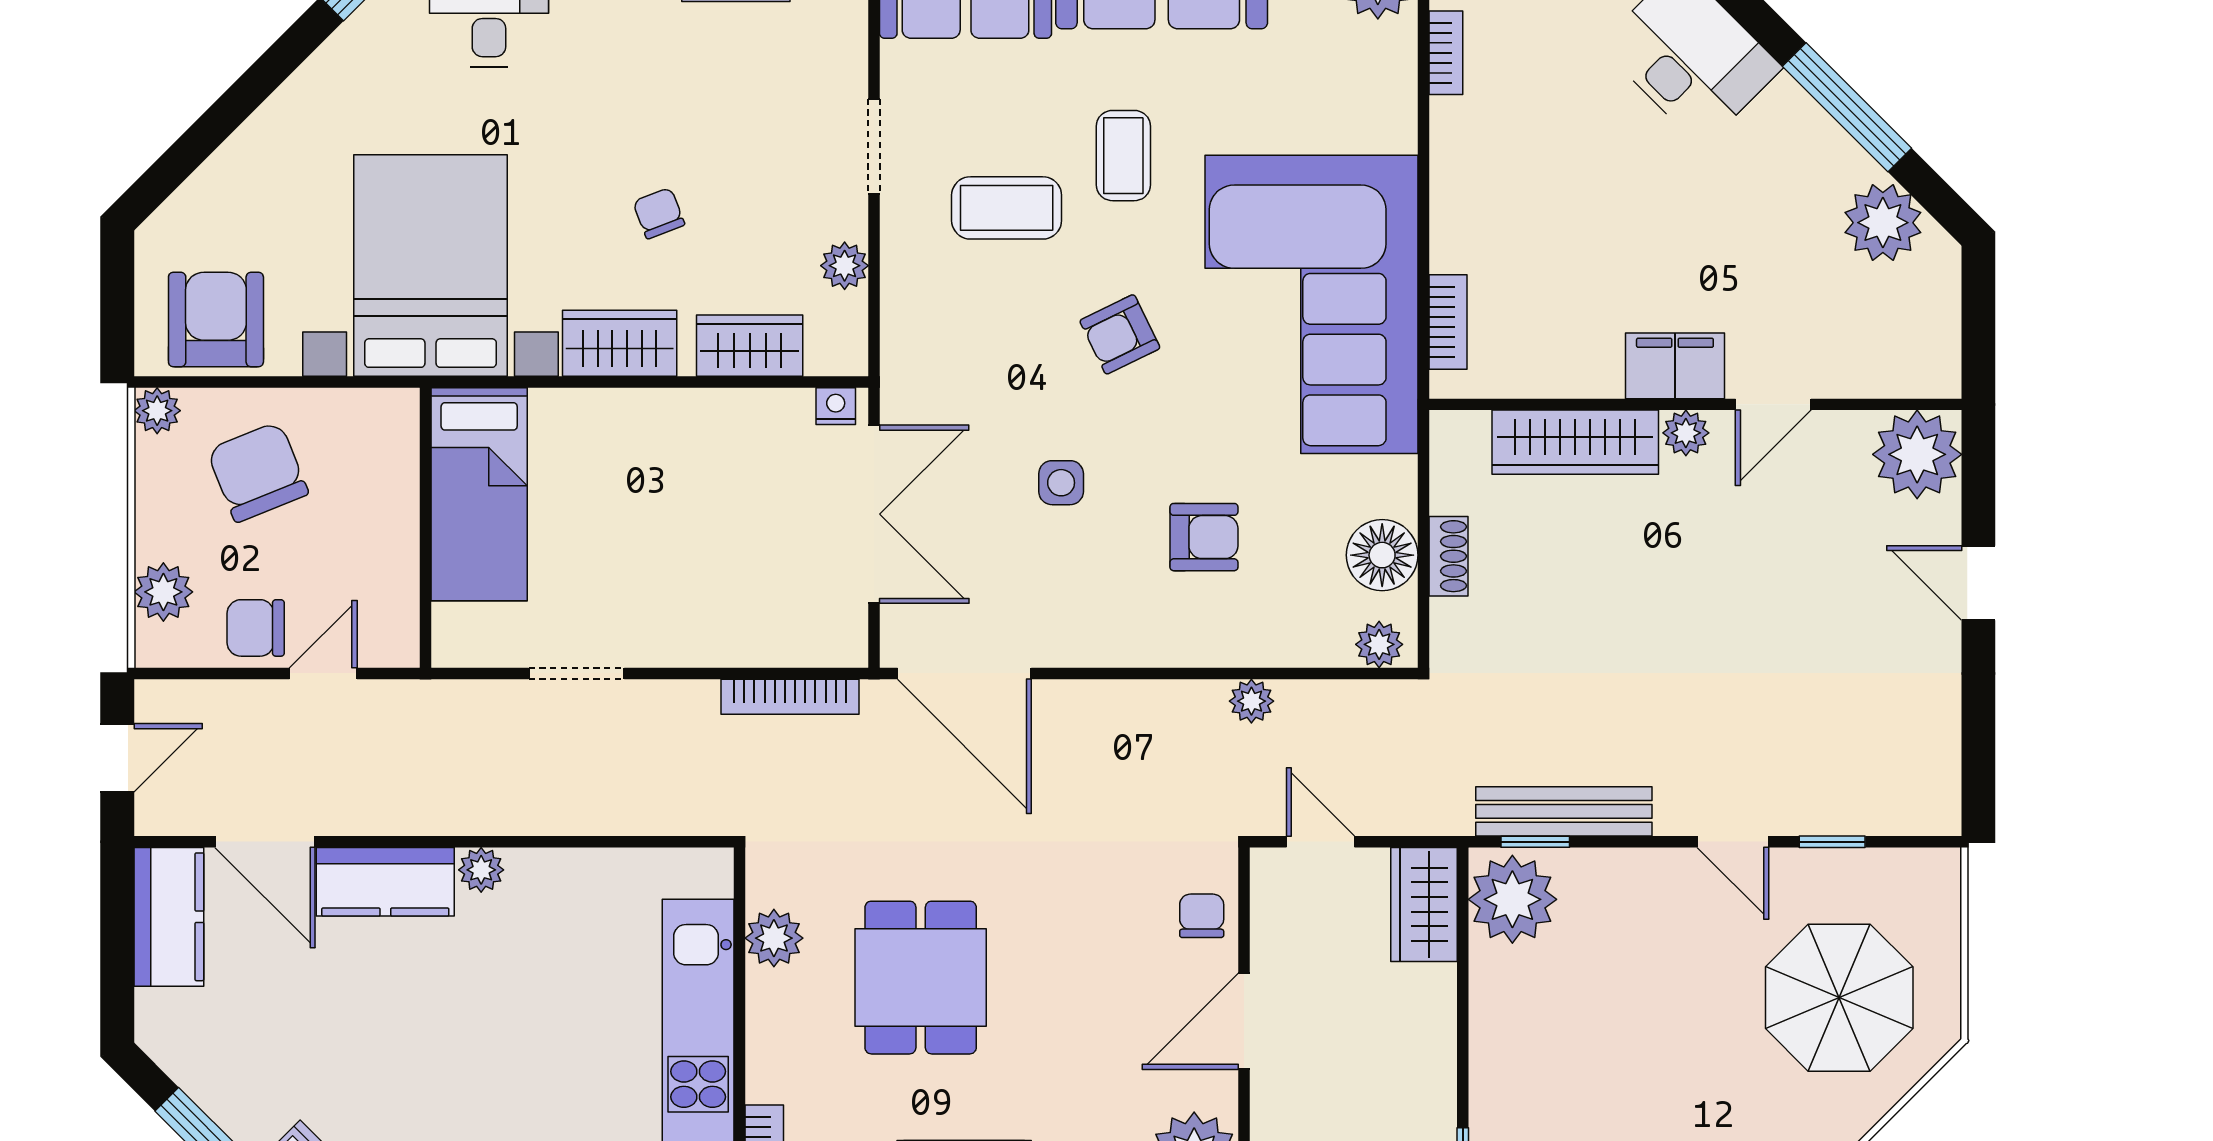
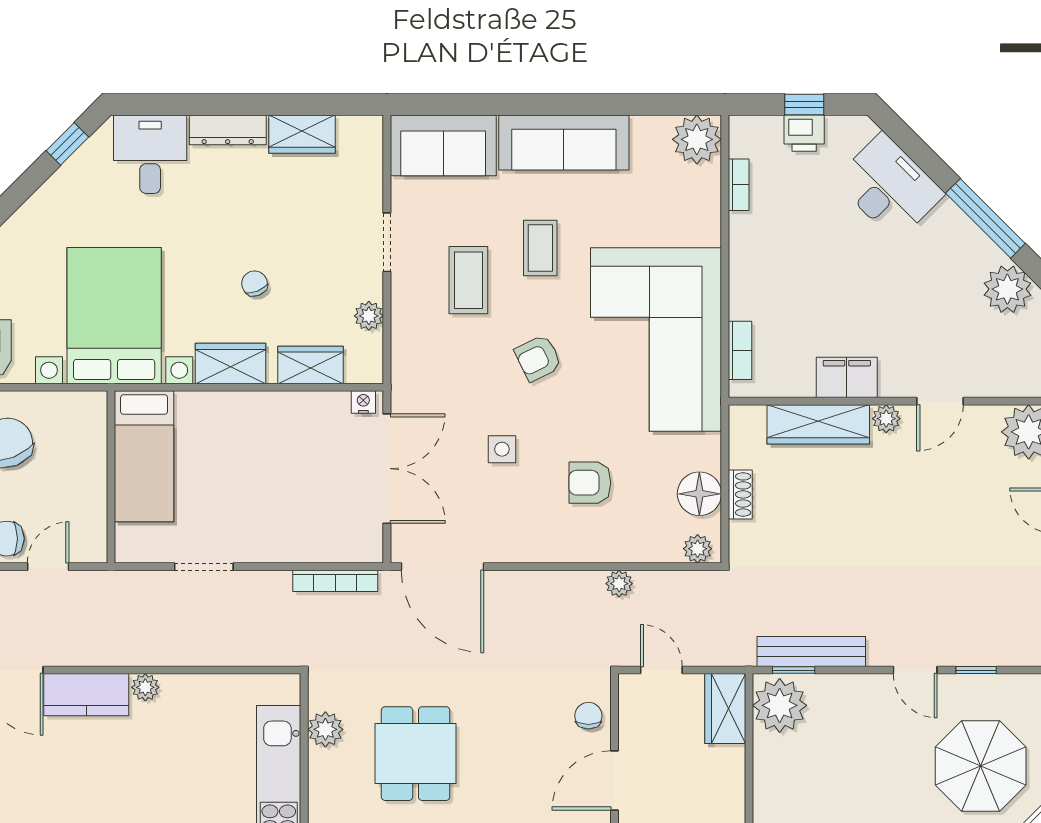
coffee table: (1007, 208) -> (468, 280), turned 90
filing cabinet: (1675, 366) -> (847, 377), moved
armchair: (1204, 537) -> (590, 483), turned 180

